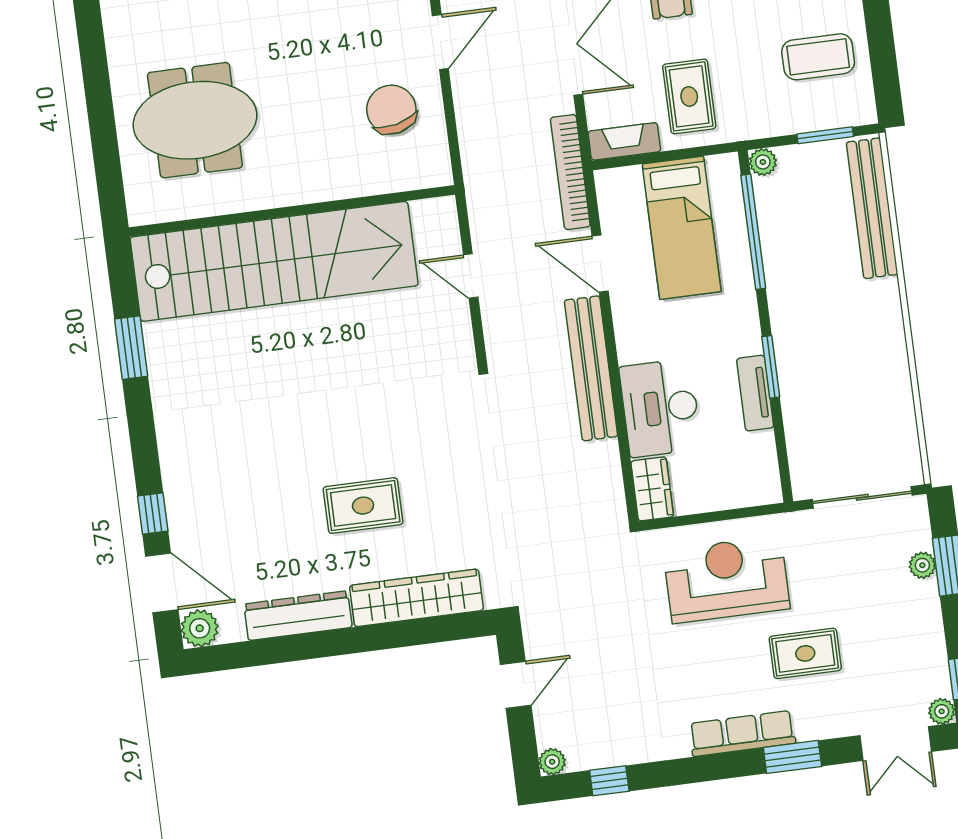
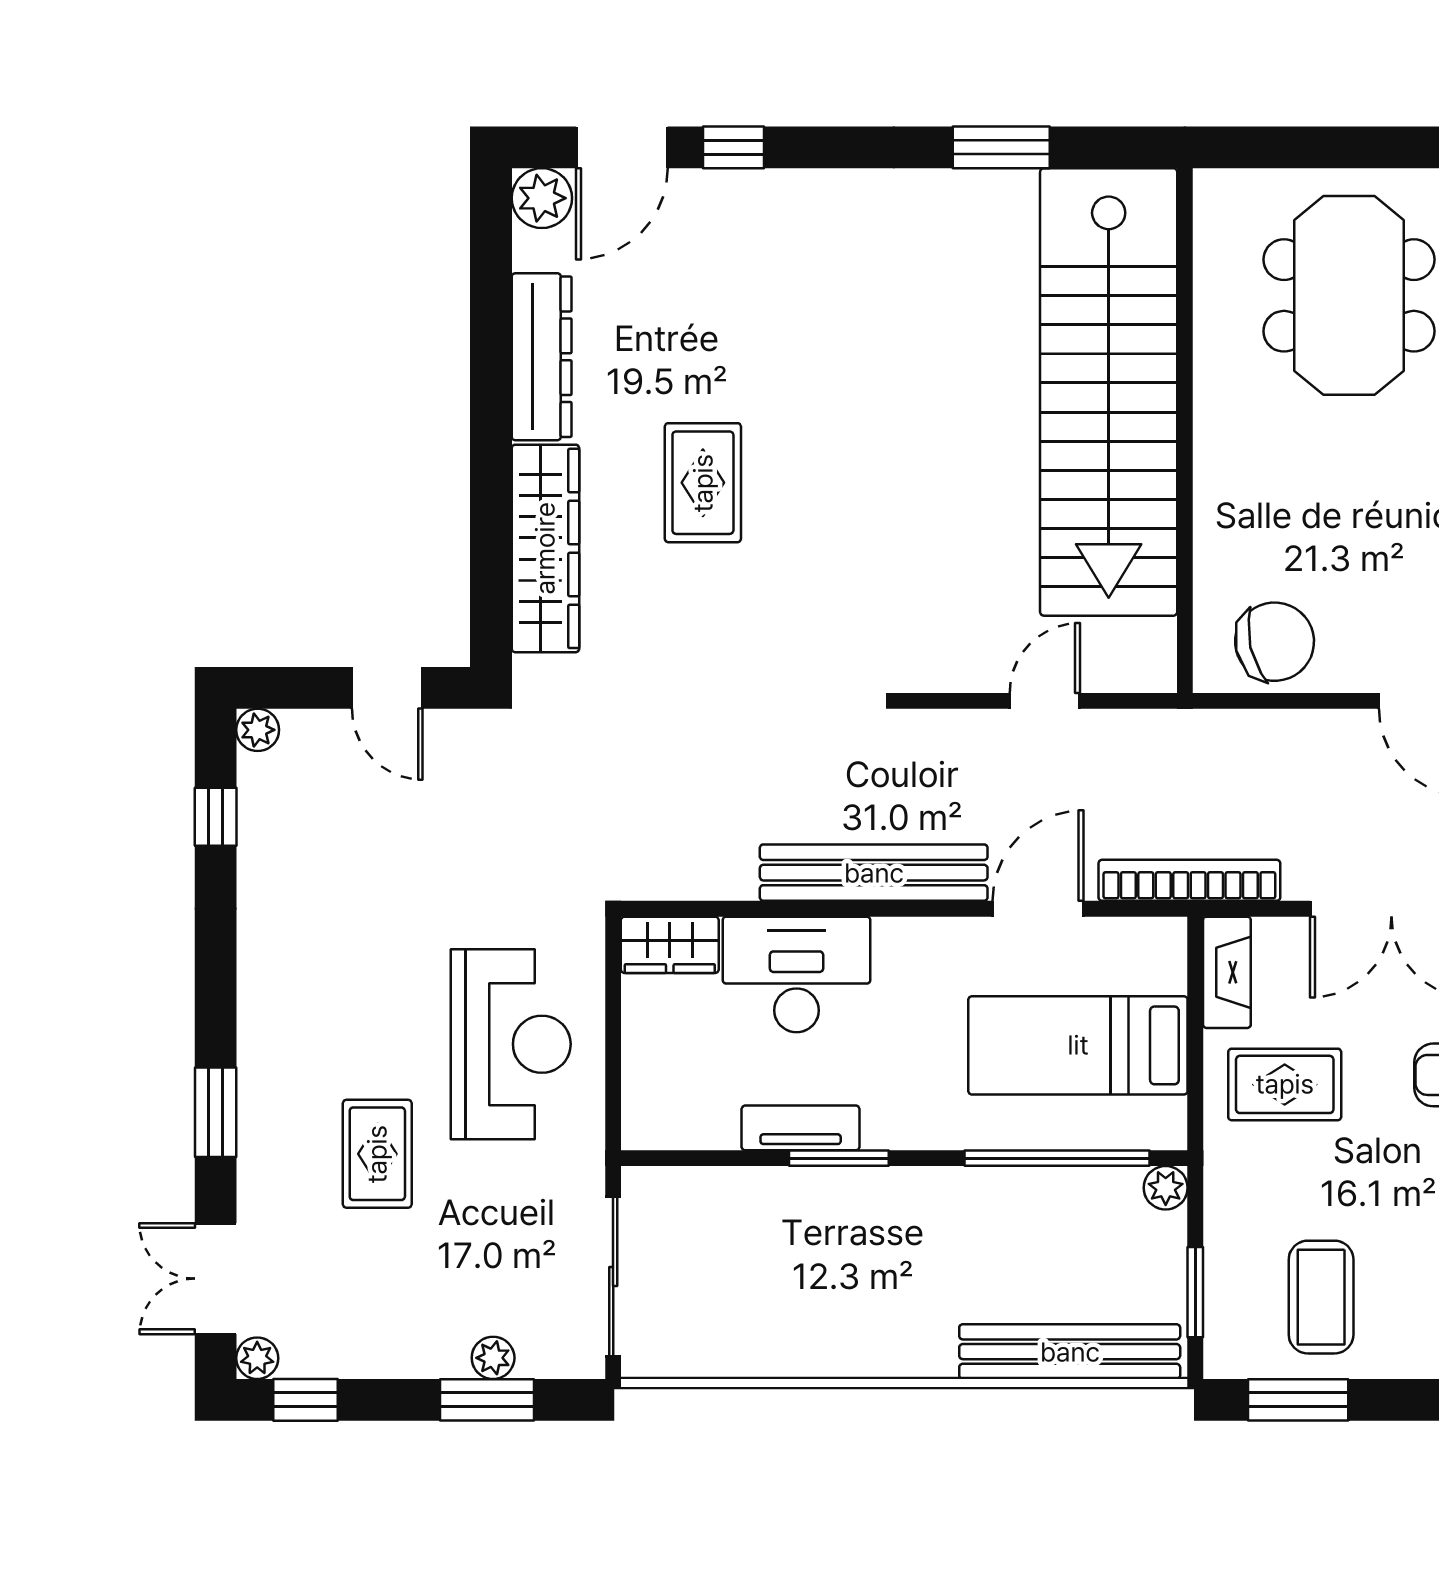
window: (884, 63) -> (1298, 1400), added
chair: (391, 110) -> (1275, 642), moved
row of seats: (742, 733) -> (263, 1037), removed

